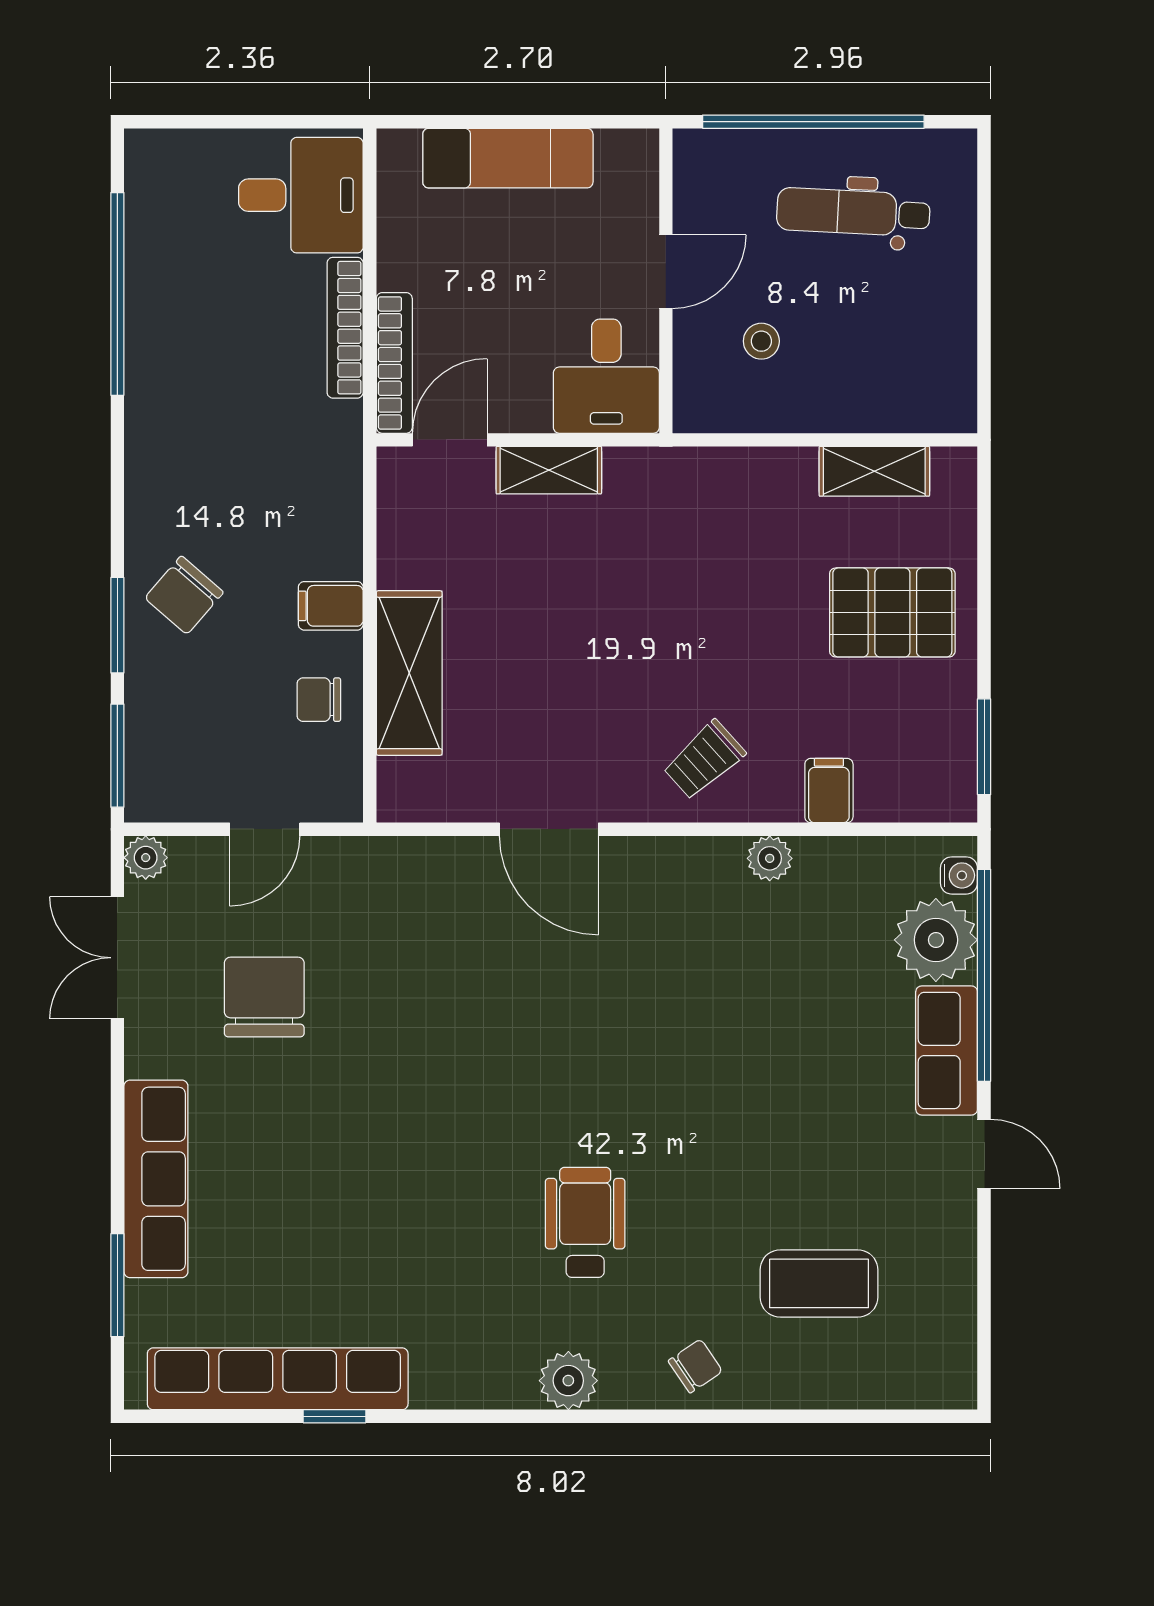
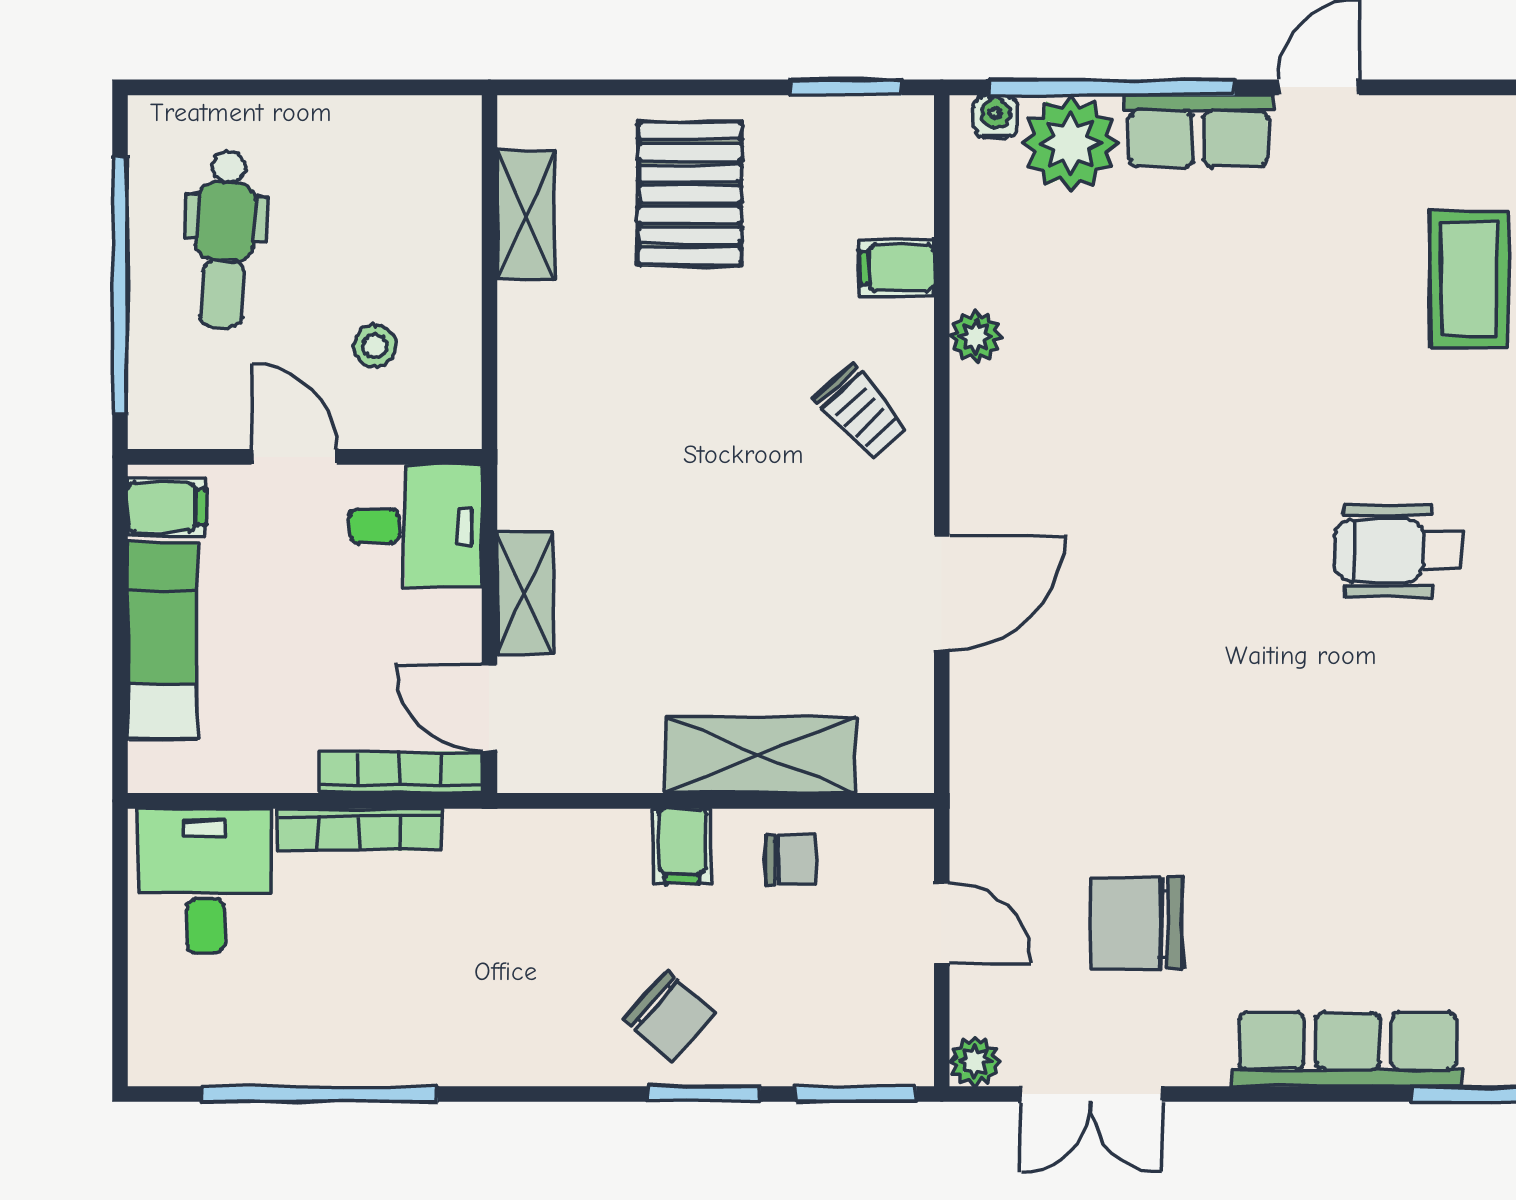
filing cabinet: (623, 162) -> (167, 507), added
chair: (319, 700) -> (791, 860), turned -90

